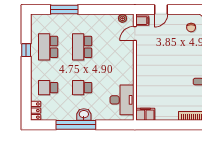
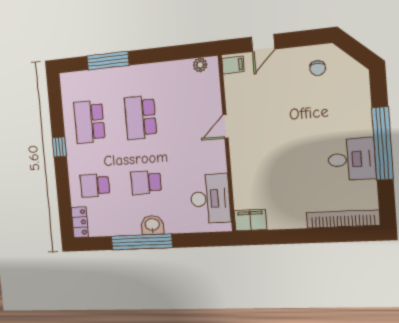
door: (135, 34) -> (225, 126), moved
window: (26, 50) -> (59, 147), moved

